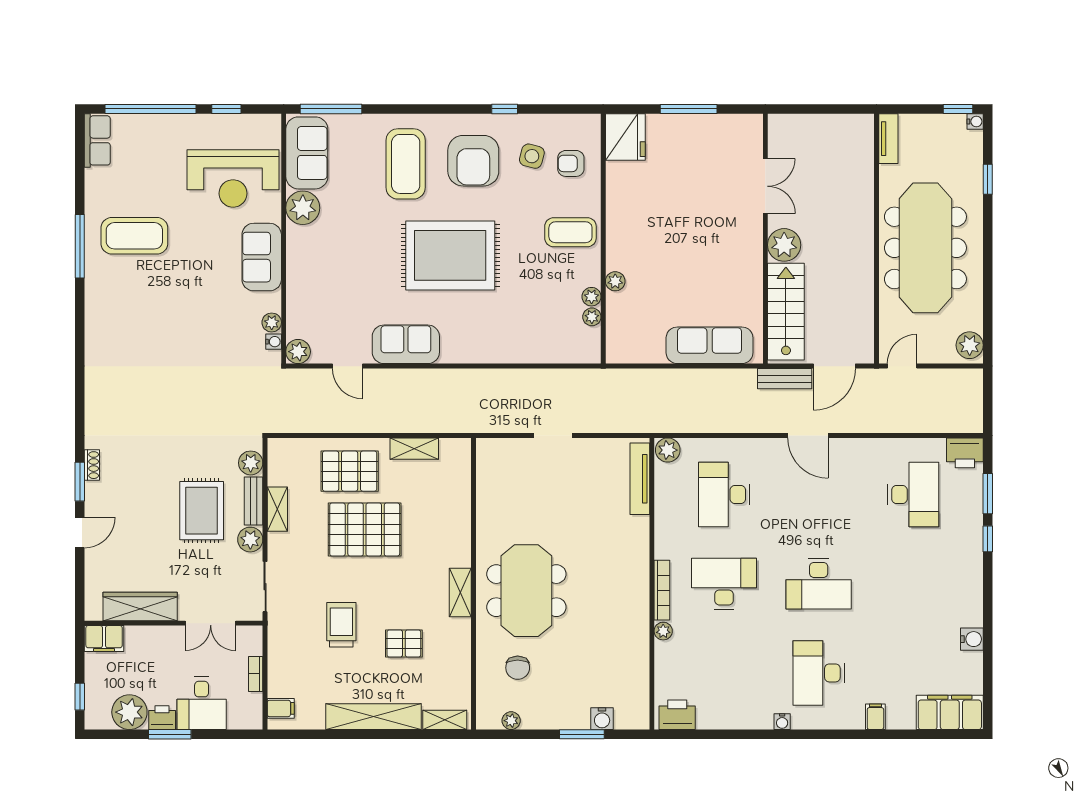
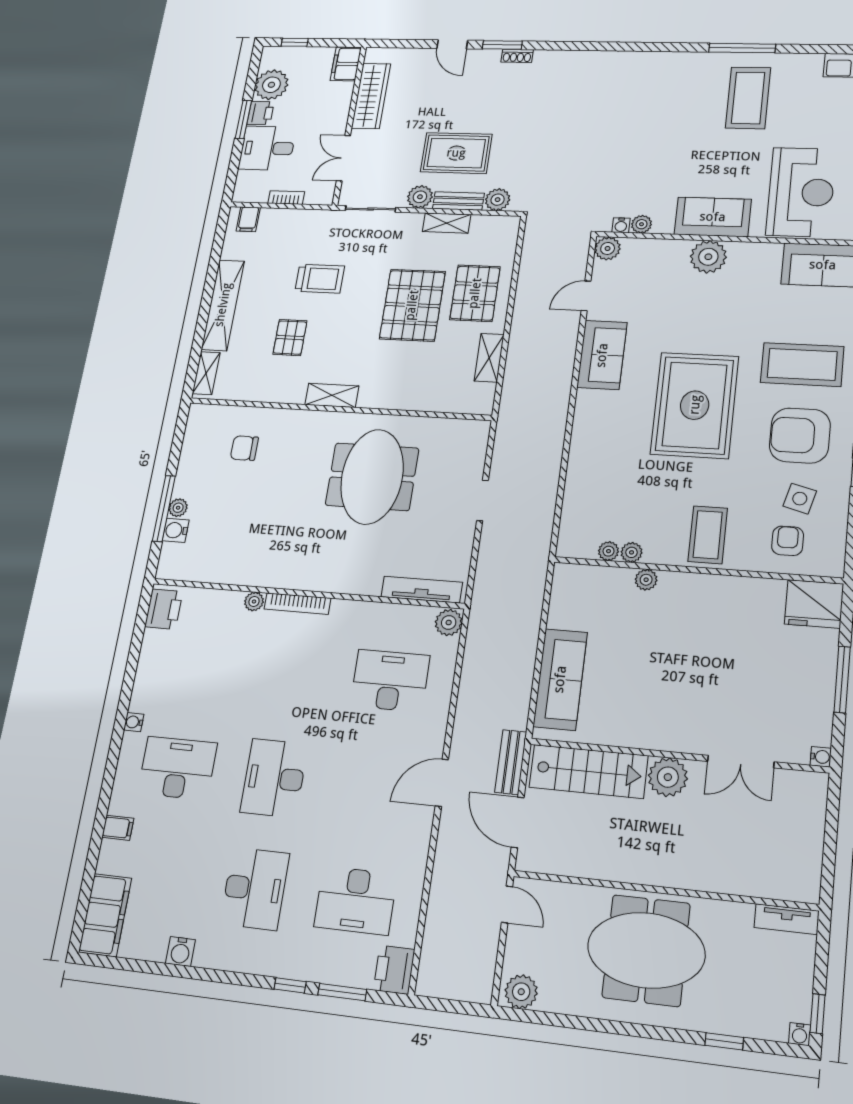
water cooler: (755, 122) -> (821, 757), added
reception desk: (233, 178) -> (801, 192), turned 180
plant: (303, 208) -> (708, 257), moved
meeting table: (925, 248) -> (646, 950), width x0.73
desk: (724, 584) -> (255, 889), moved
meeting table: (526, 591) -> (372, 477), moved, turned 90
plant: (511, 721) -> (178, 508), moved
window: (582, 734) -> (164, 508), width x1.44

